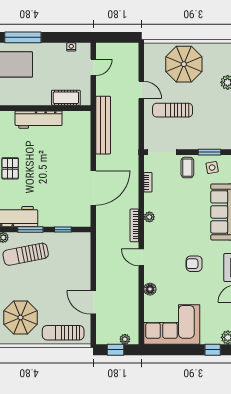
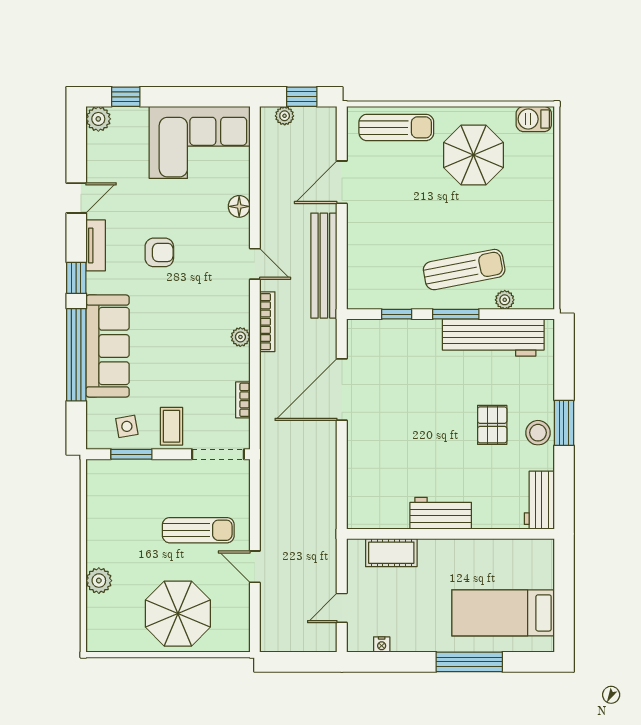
workbench: (39, 120) -> (441, 513), width x0.73
bench: (103, 125) -> (324, 266), moved
door: (93, 302) -> (342, 182), swing flipped

